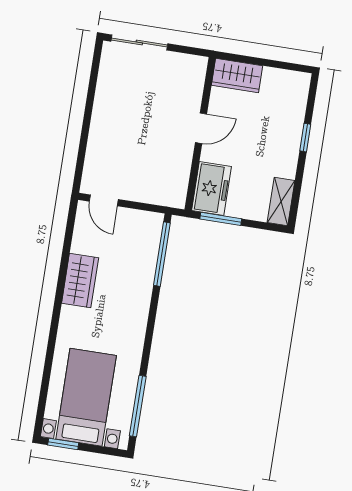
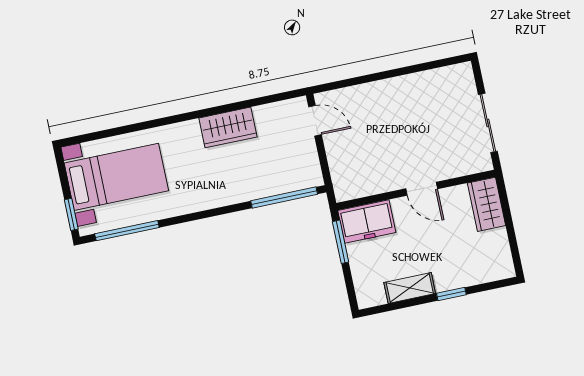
sliding door: (139, 42) -> (488, 123), moved
door: (104, 200) -> (315, 121), swing flipped
shelving: (281, 201) -> (410, 288), moved
window: (63, 444) -> (71, 214), moved

